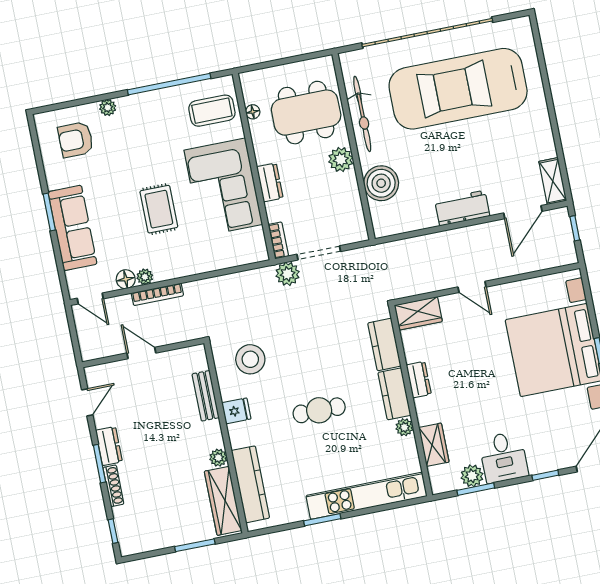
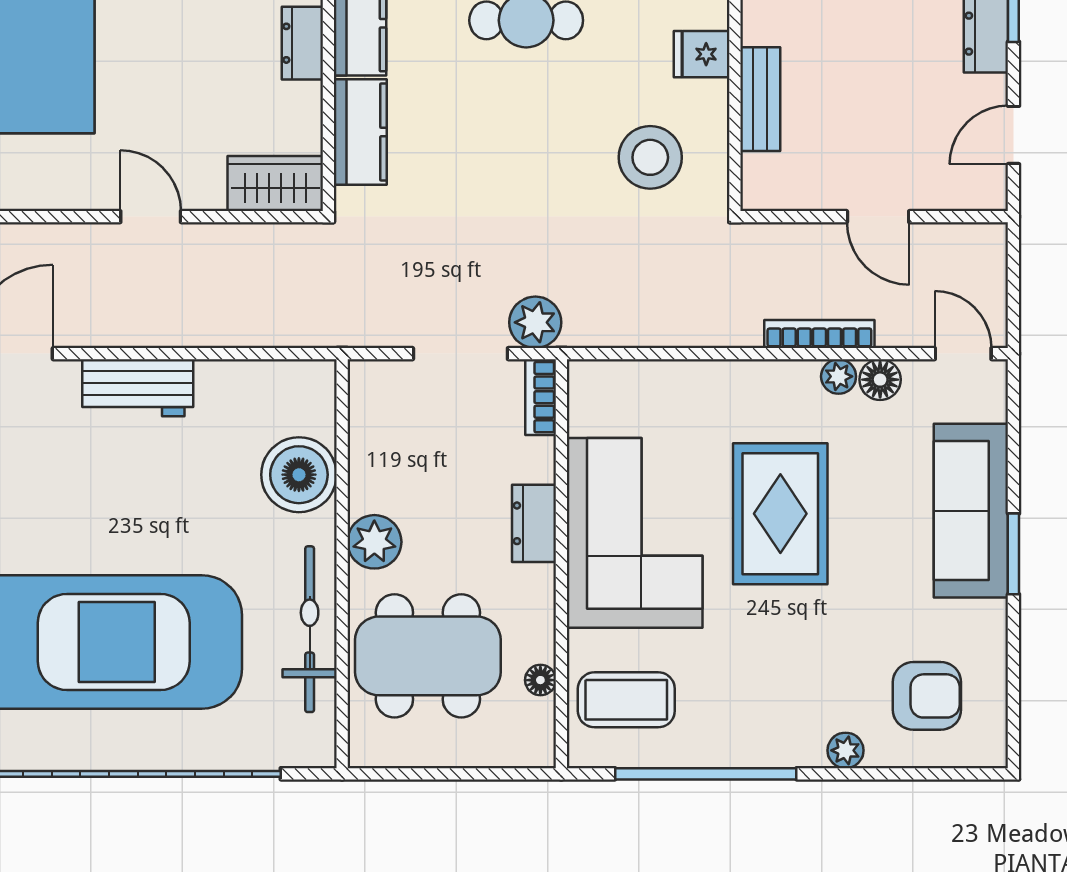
rug: (159, 209) -> (780, 514), width x1.36, depth x1.43

